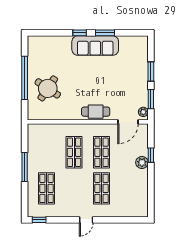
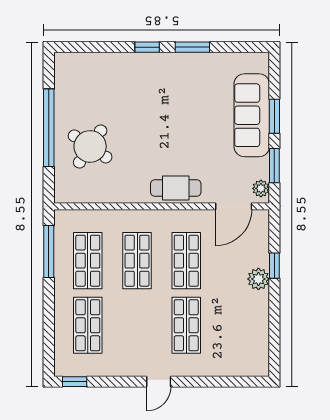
sofa: (95, 46) -> (252, 115), moved, turned 90
shop shelf: (47, 152) -> (88, 261), added
window: (25, 167) -> (49, 251), moved

